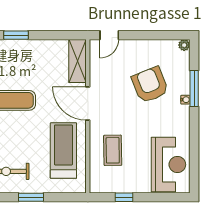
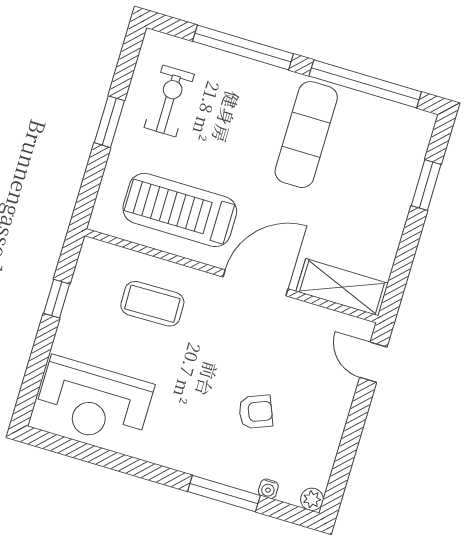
armchair: (150, 85) -> (256, 412), width x0.53, depth x0.53
water cooler: (185, 100) -> (268, 489), moved
treadmill: (63, 151) -> (180, 210), turned 180

